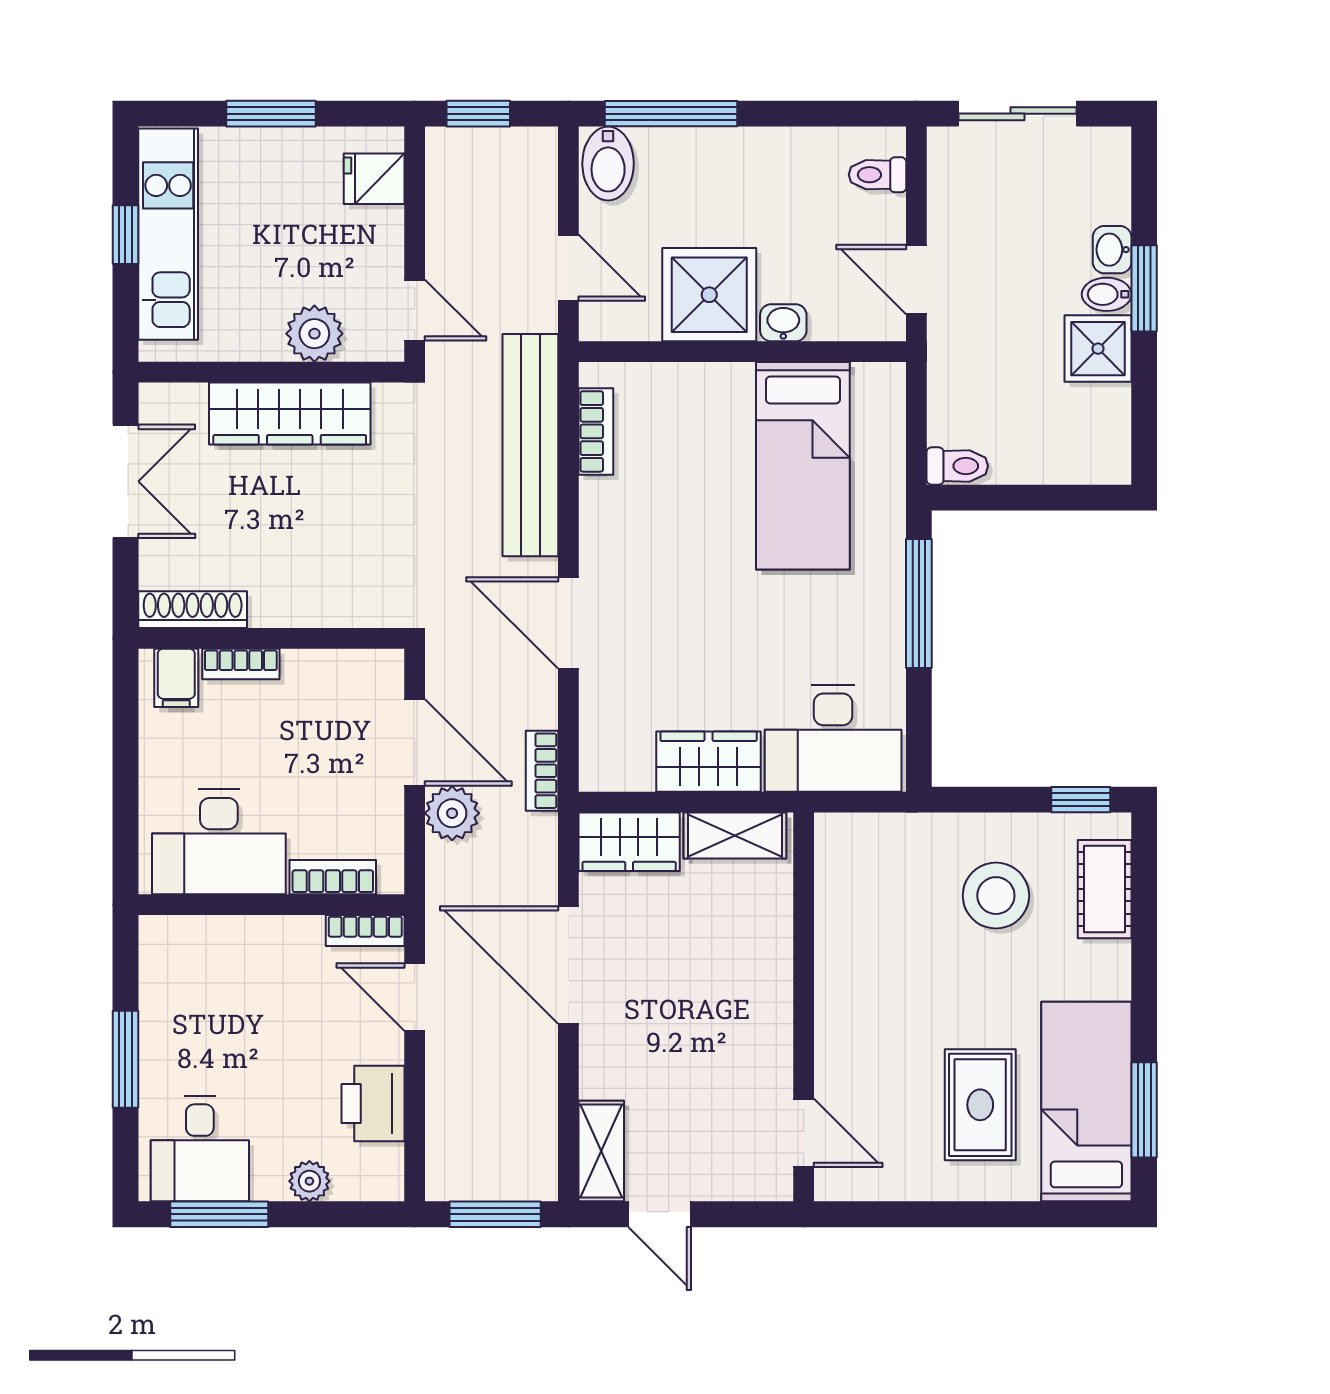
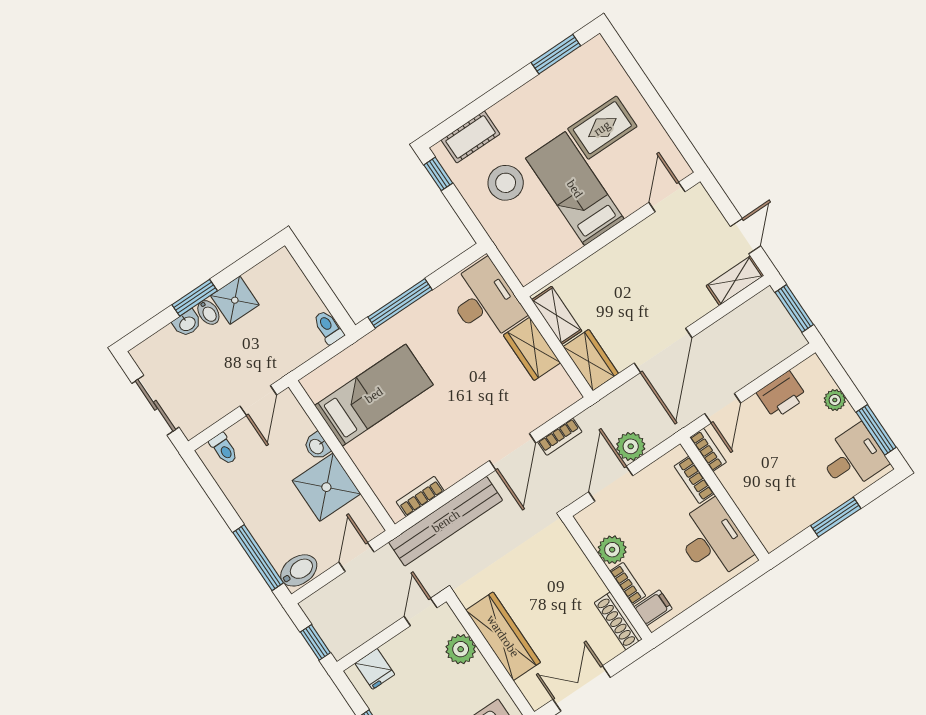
plant: (310, 675) -> (612, 550), added
bookcase: (542, 771) -> (560, 437), moved
bed: (1086, 1102) -> (575, 189), moved, turned 90

